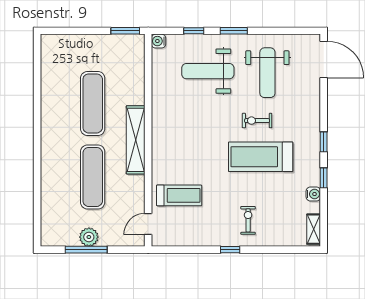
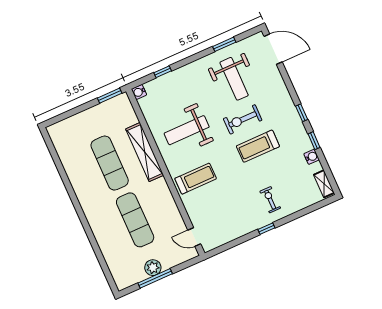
window: (234, 31) -> (224, 44), moved
weight bench: (208, 71) -> (187, 130), moved
exercise bike: (257, 121) -> (243, 119), width x1.38, depth x1.39
shelving: (136, 140) -> (145, 152), moved
treadmill: (261, 157) -> (258, 146), width x0.73, depth x0.73
treadmill: (179, 195) -> (196, 179), moved
door: (148, 224) -> (194, 237), hinge flipped

